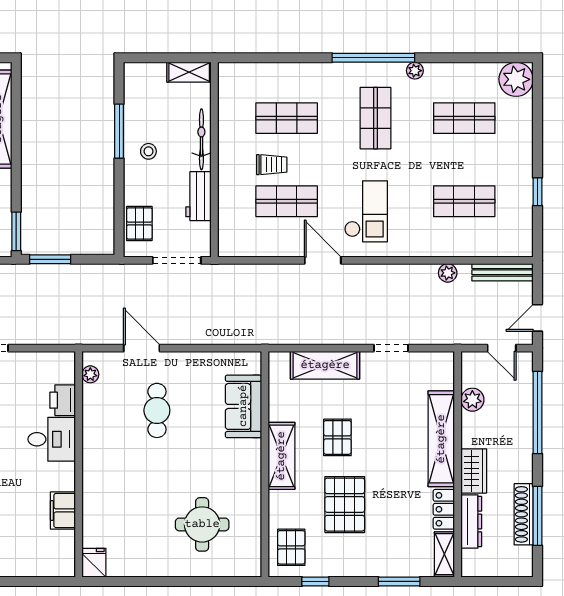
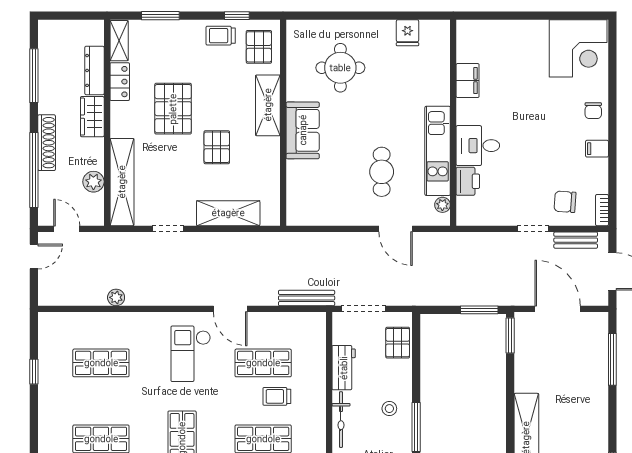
bench: (503, 272) -> (307, 298), moved
sofa: (243, 406) -> (303, 130), moved
kitchen unit: (96, 433) -> (438, 151), added
shelving: (441, 439) -> (122, 182), moved
shelving: (281, 456) -> (268, 105), moved
pallet: (345, 505) -> (173, 109), moved
shoe rack: (524, 514) -> (47, 143), moved
trolley: (333, 560) -> (221, 36), added
fridge: (94, 563) -> (408, 33), moved

